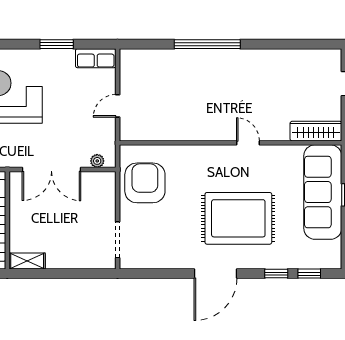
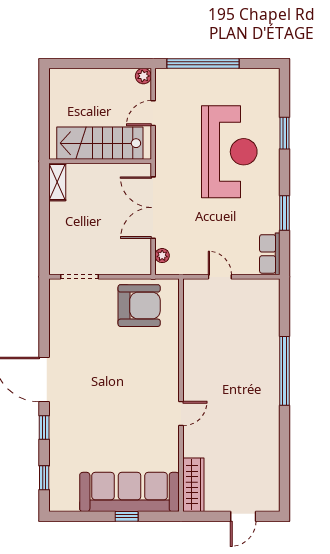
rug: (238, 218) -> (102, 404), removed
window: (276, 274) -> (44, 427), moved

